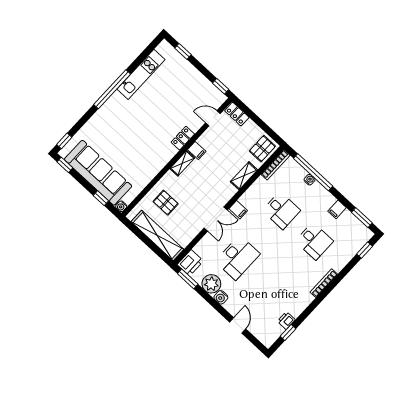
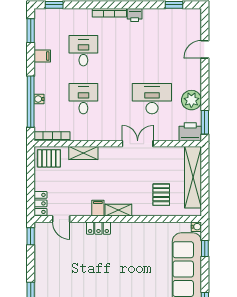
filing cabinet: (238, 210) -> (114, 133), removed
water cooler: (221, 297) -> (195, 83), removed
printer: (286, 321) -> (135, 15), moved

